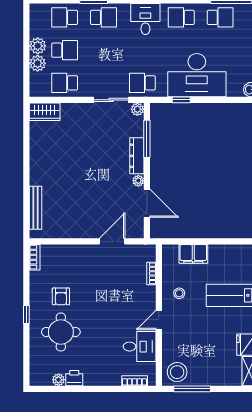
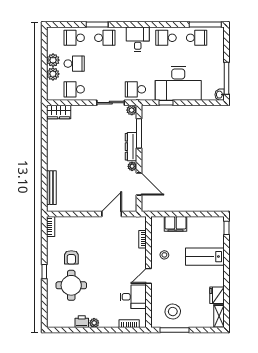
stool: (177, 372) -> (173, 312), moved
plant: (58, 380) -> (94, 323), moved

